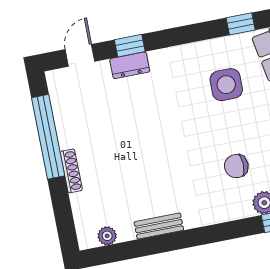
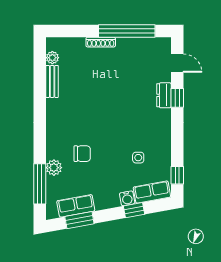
side table: (226, 85) -> (138, 158), width x0.54, depth x0.54
chair: (236, 166) -> (82, 154), turned 90
bench: (159, 226) -> (52, 81), moved

